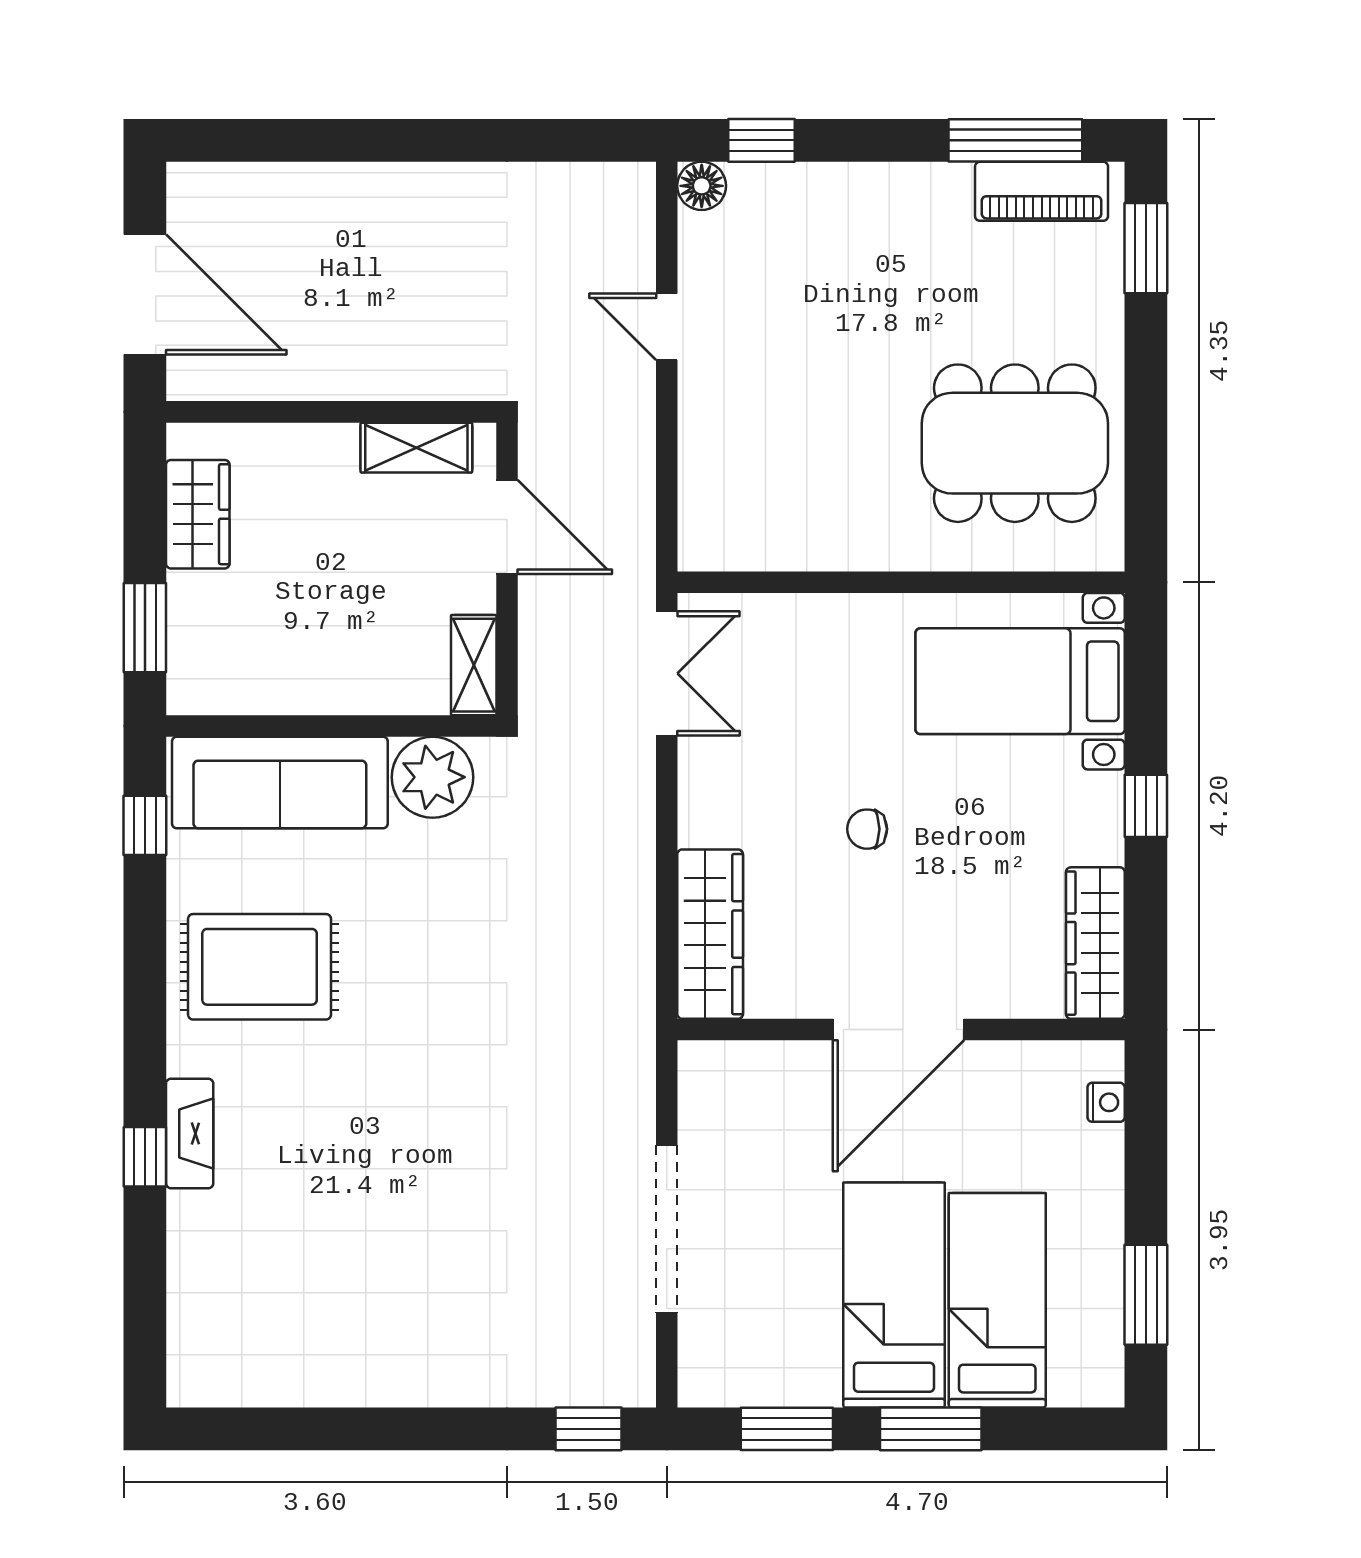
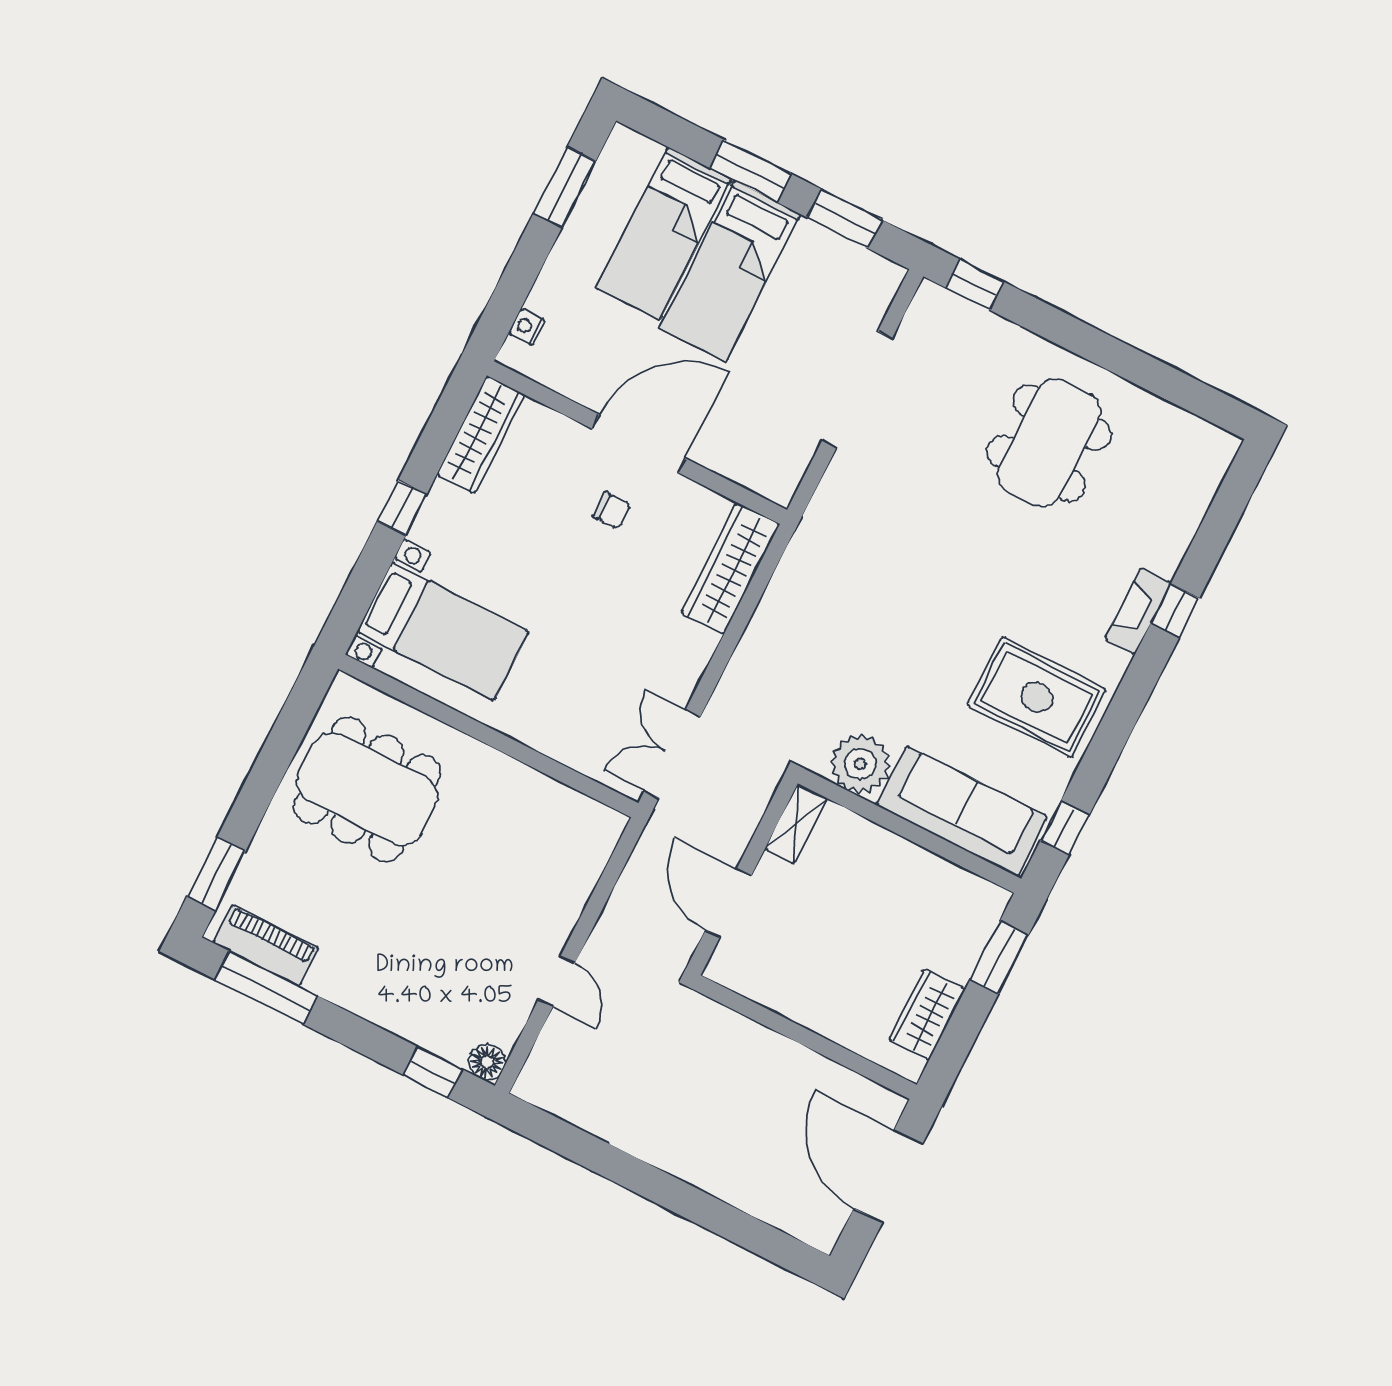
shelving: (416, 448) -> (761, 985), removed
chair: (867, 829) -> (612, 510), moved
dining table: (401, 1283) -> (1049, 443), added

